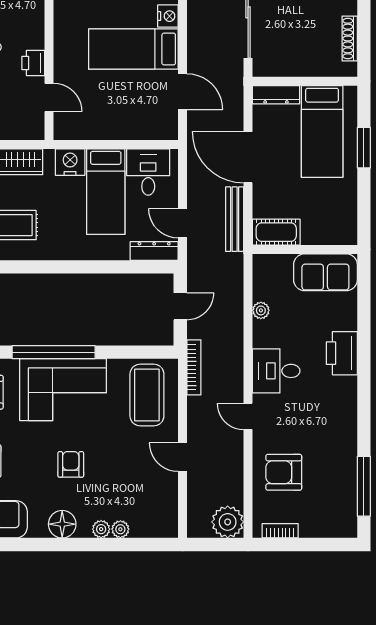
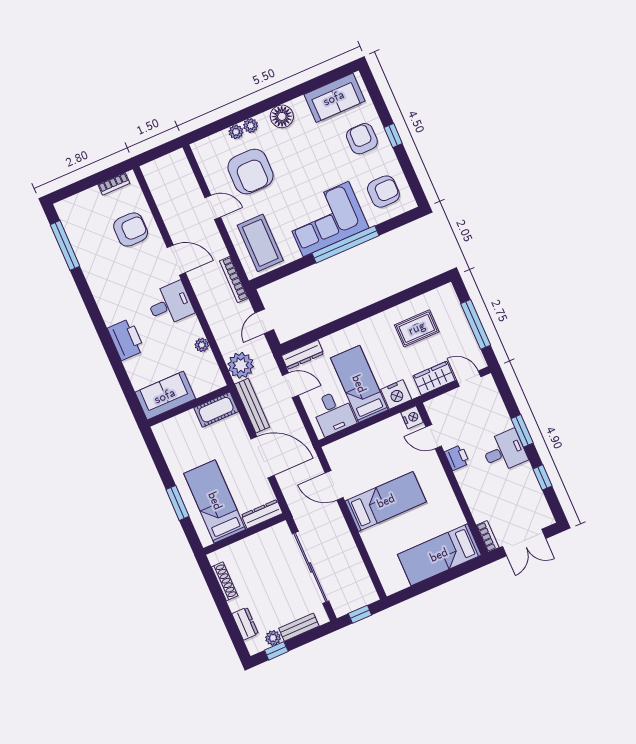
nightstand: (168, 16) -> (412, 417), moved, turned 180
door: (248, 416) -> (176, 260), width x1.38
armchair: (71, 464) -> (250, 171), moved, width x1.88, depth x1.88
plant: (228, 522) -> (241, 365), moved

